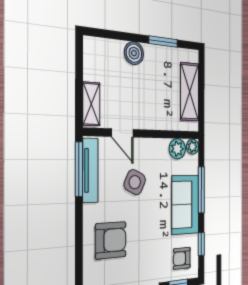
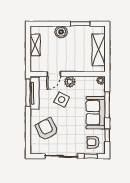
shelving: (91, 104) -> (35, 45), moved
door: (122, 133) -> (54, 74), hinge flipped
plant: (177, 149) -> (70, 82), moved
armchair: (111, 240) -> (47, 129), turned -117

